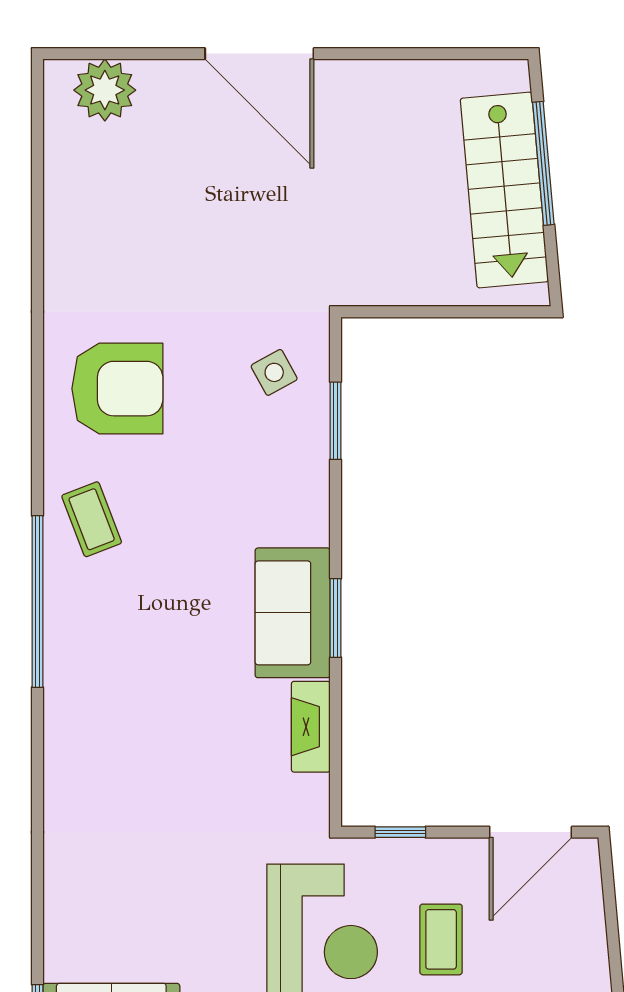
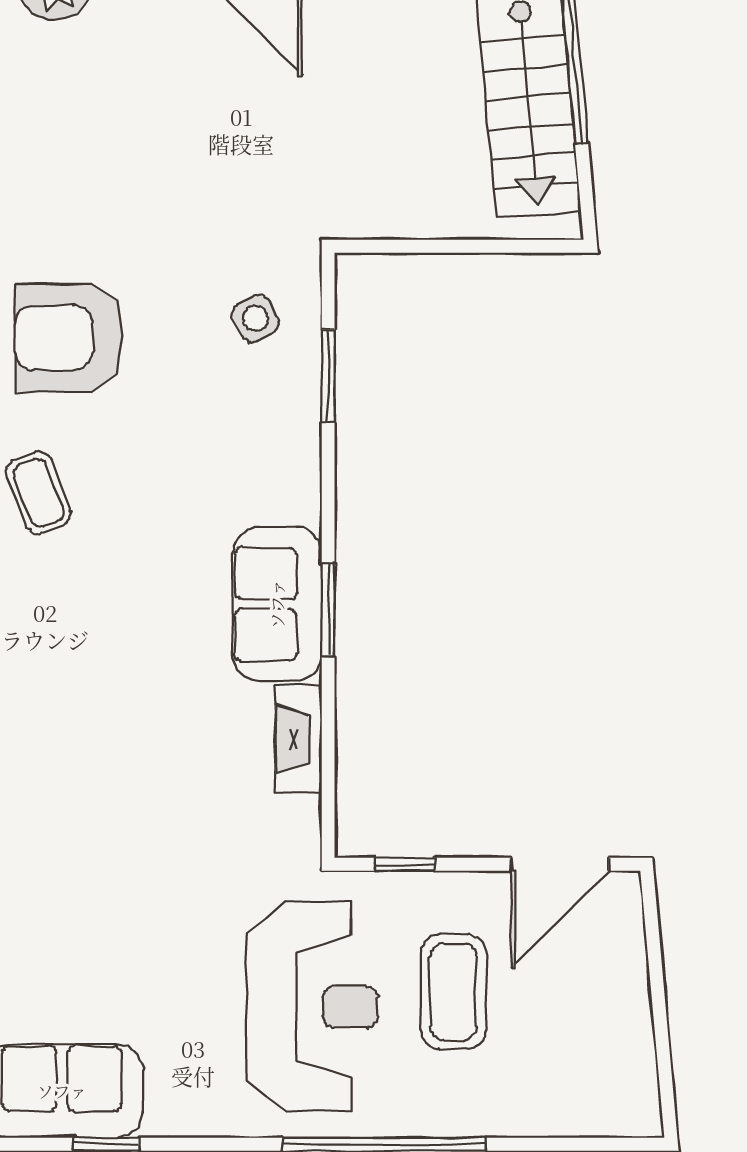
armchair: (117, 389) -> (69, 338), turned 180
coffee table: (441, 939) -> (453, 992), width x1.36, depth x1.30

